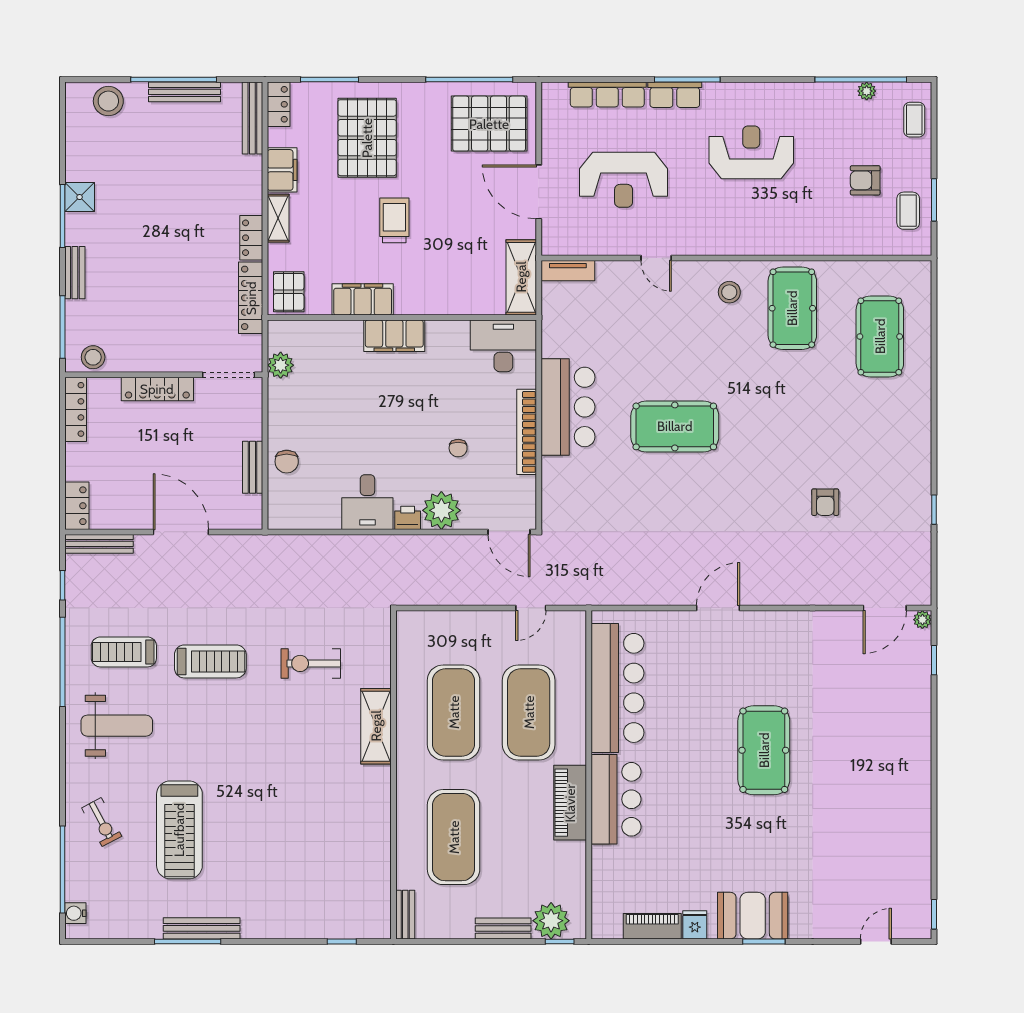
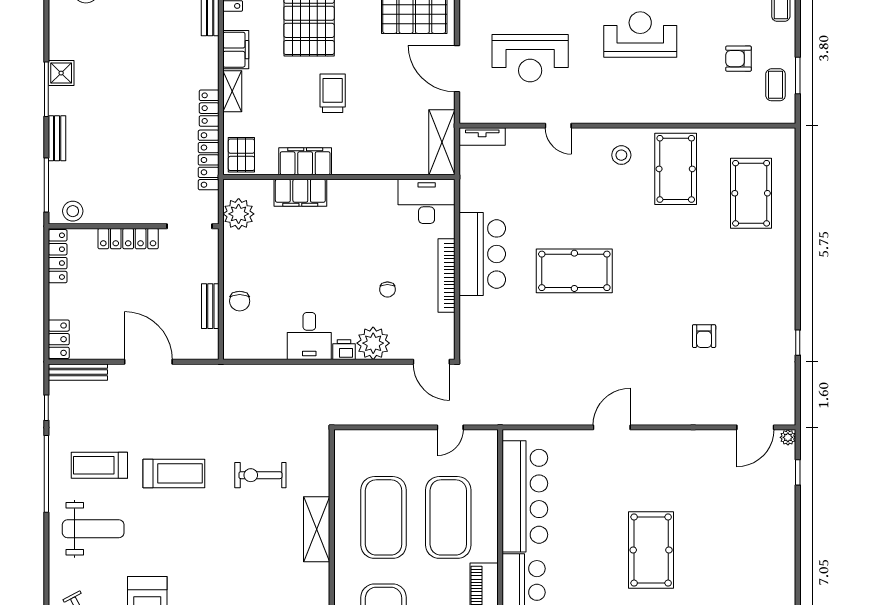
filing cabinet: (394, 336) -> (300, 193), moved
plant: (281, 365) -> (239, 214), width x1.36, depth x1.36

